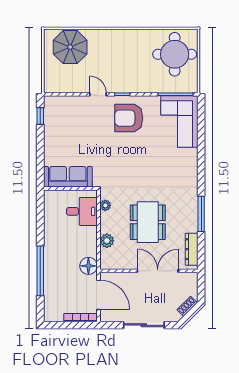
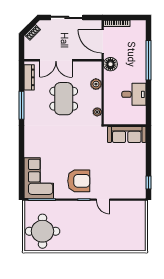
parasol: (70, 47) -> (125, 237), removed
desk: (82, 211) -> (134, 94), moved, turned 180

